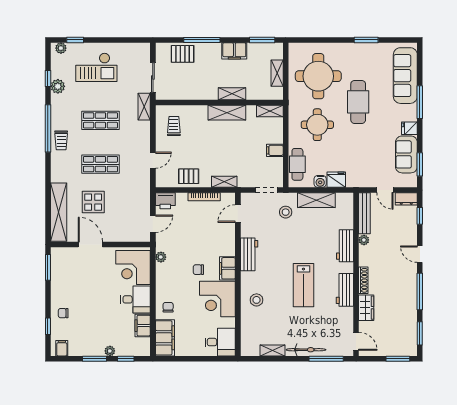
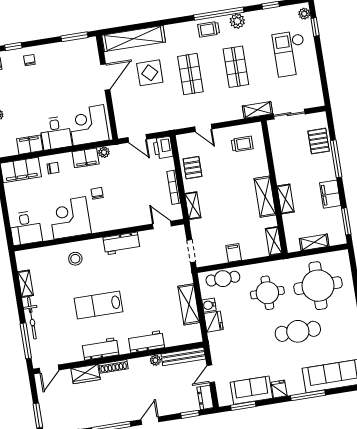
plant: (58, 86) -> (237, 21), moved
stool: (286, 212) -> (171, 274), removed
filing cabinet: (227, 268) -> (86, 158), moved, turned 180

